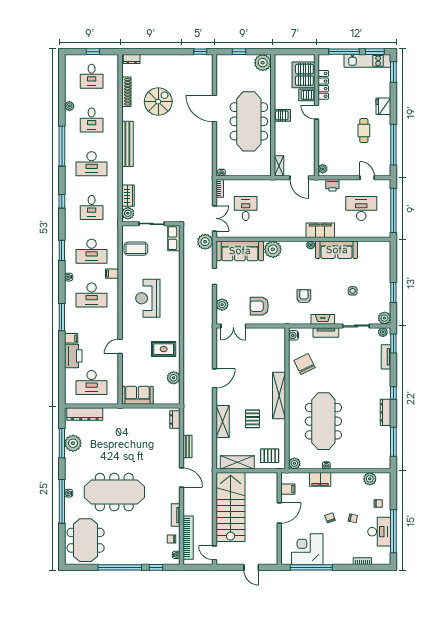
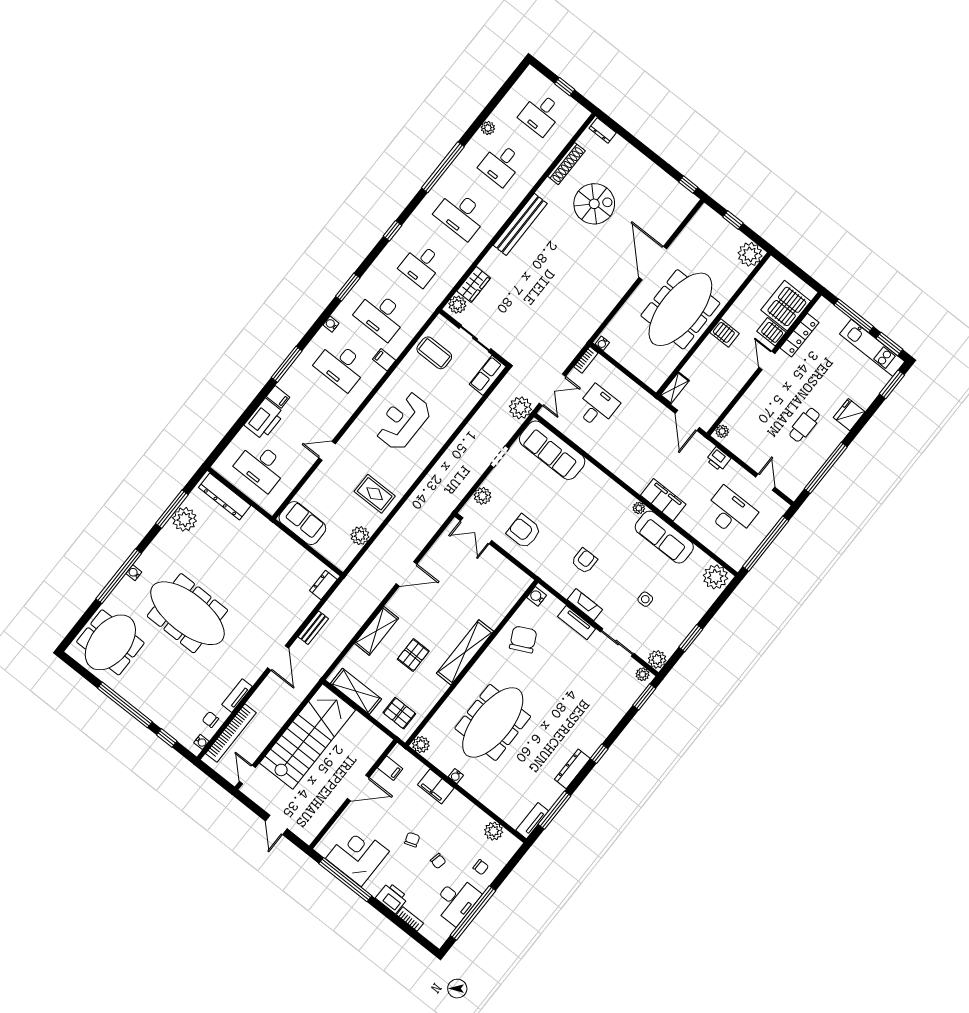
plant: (273, 249) -> (715, 577), moved
tv unit: (386, 357) -> (532, 821), moved
printer: (344, 557) -> (392, 898), added

